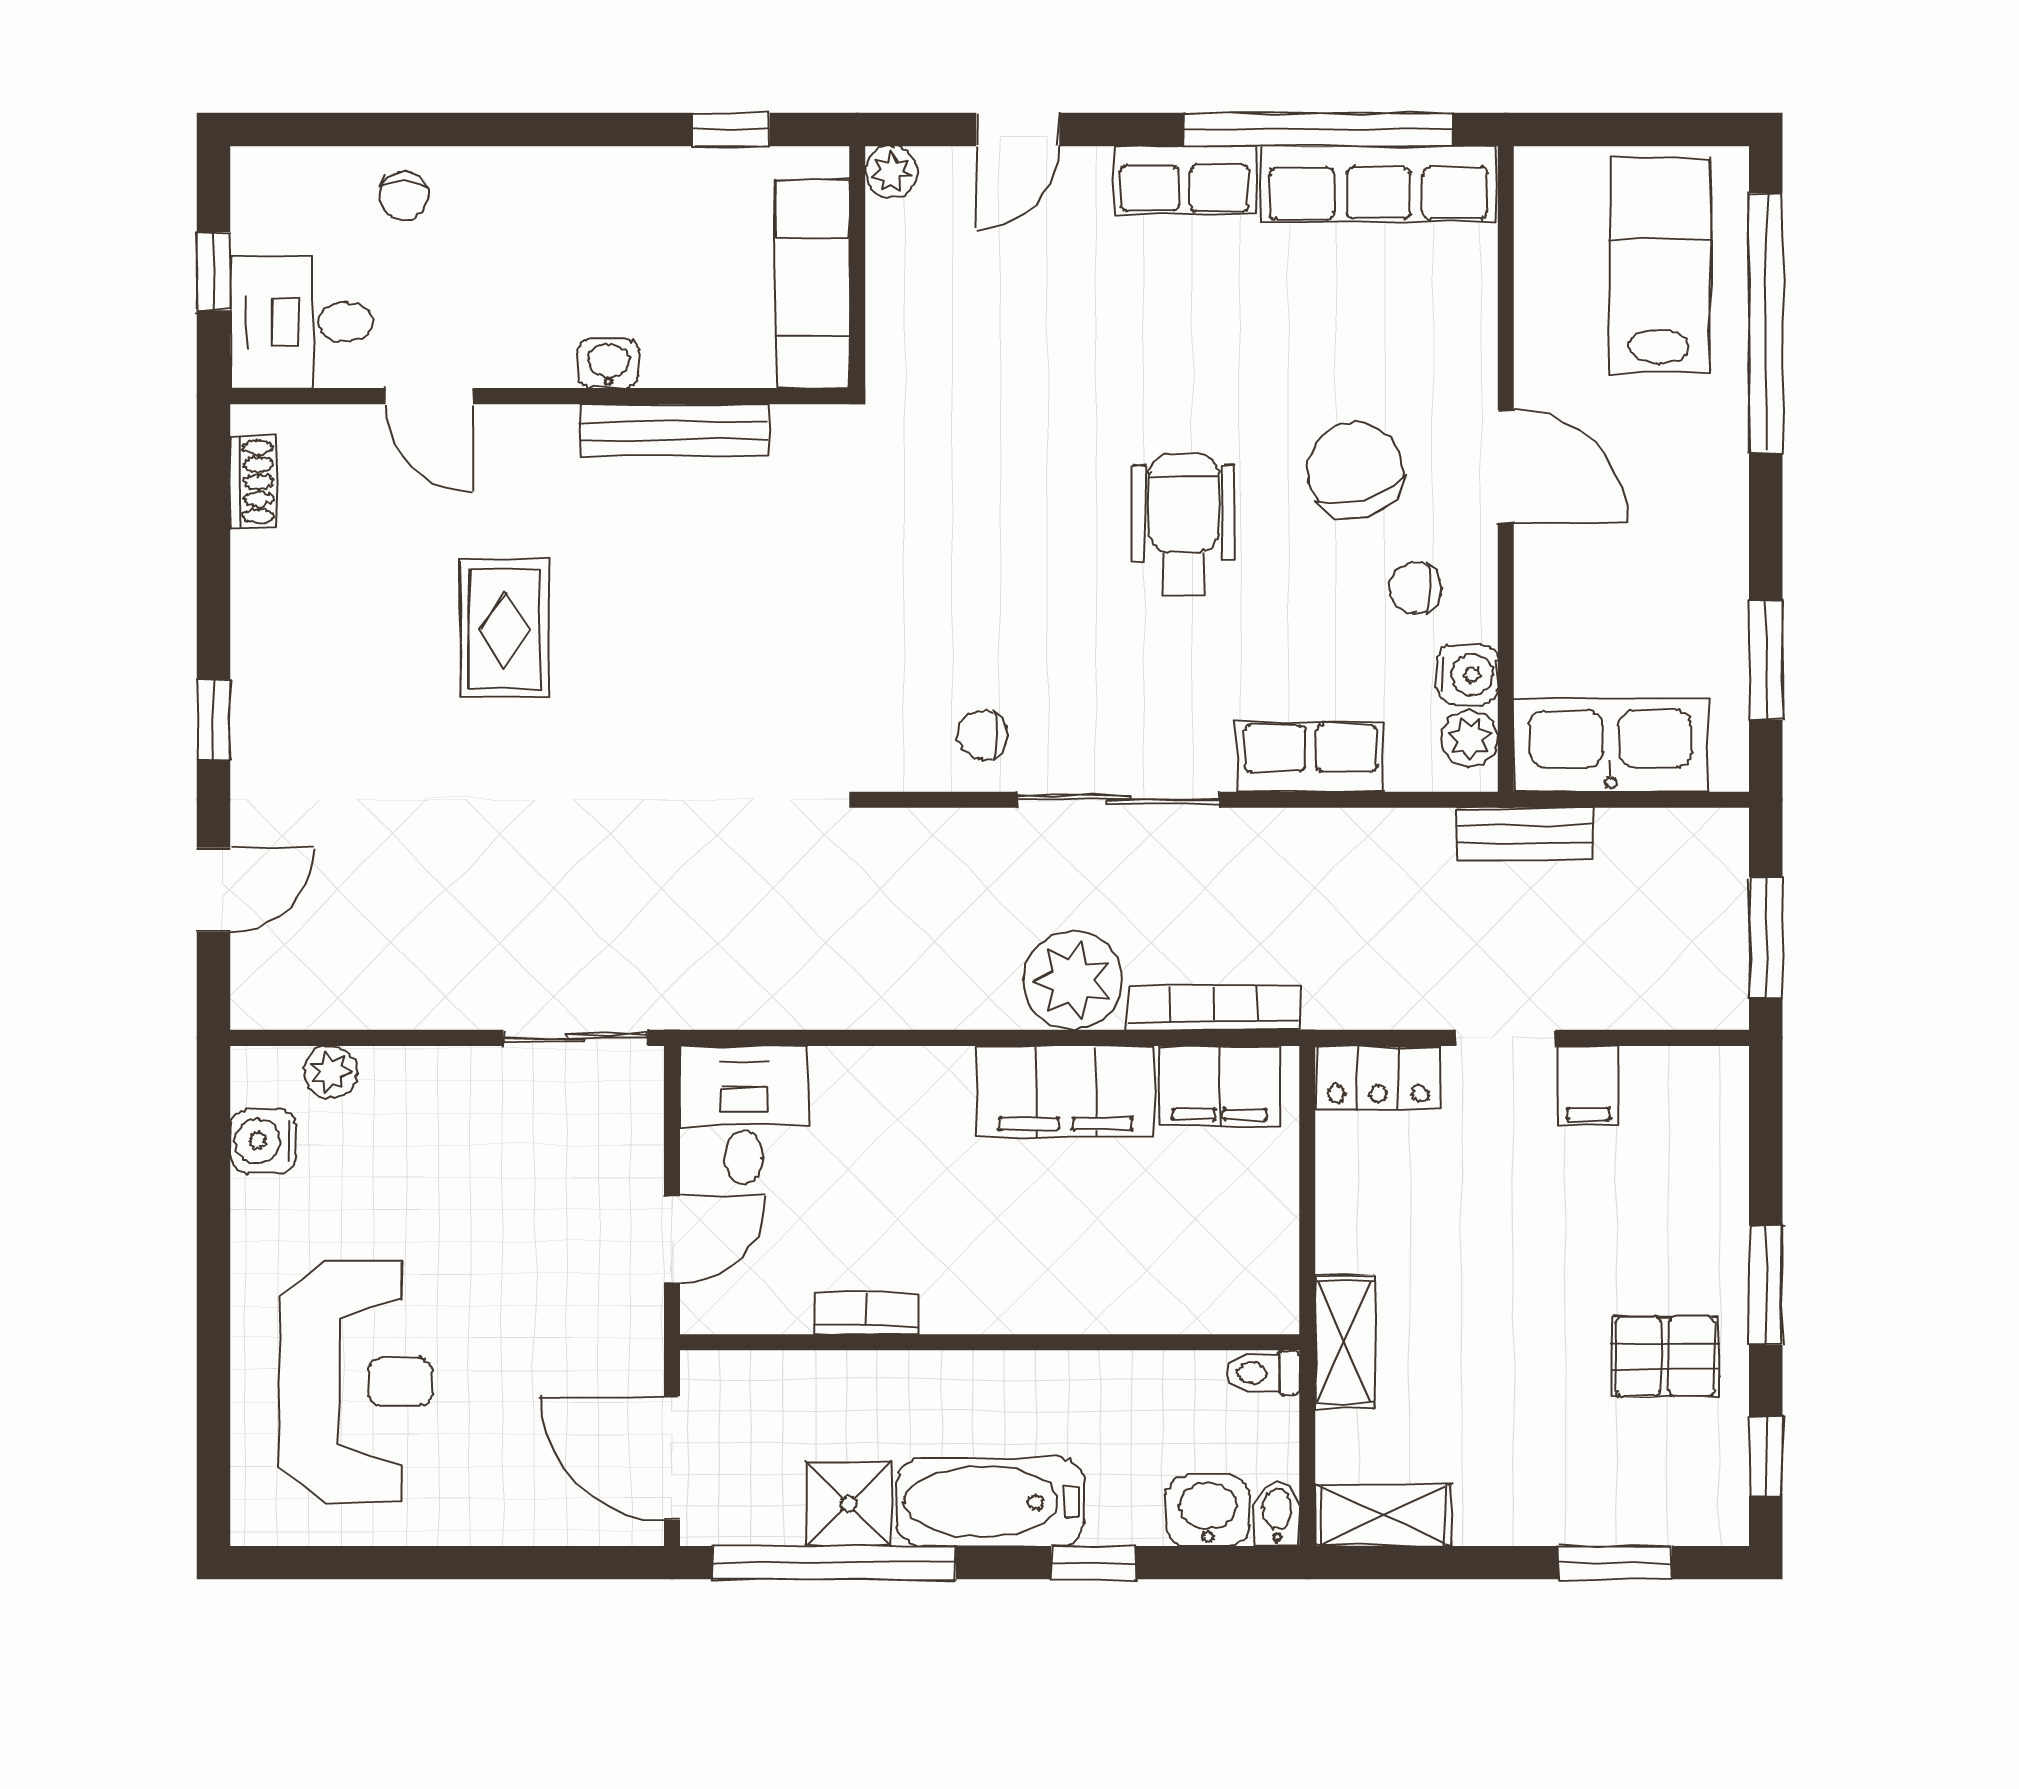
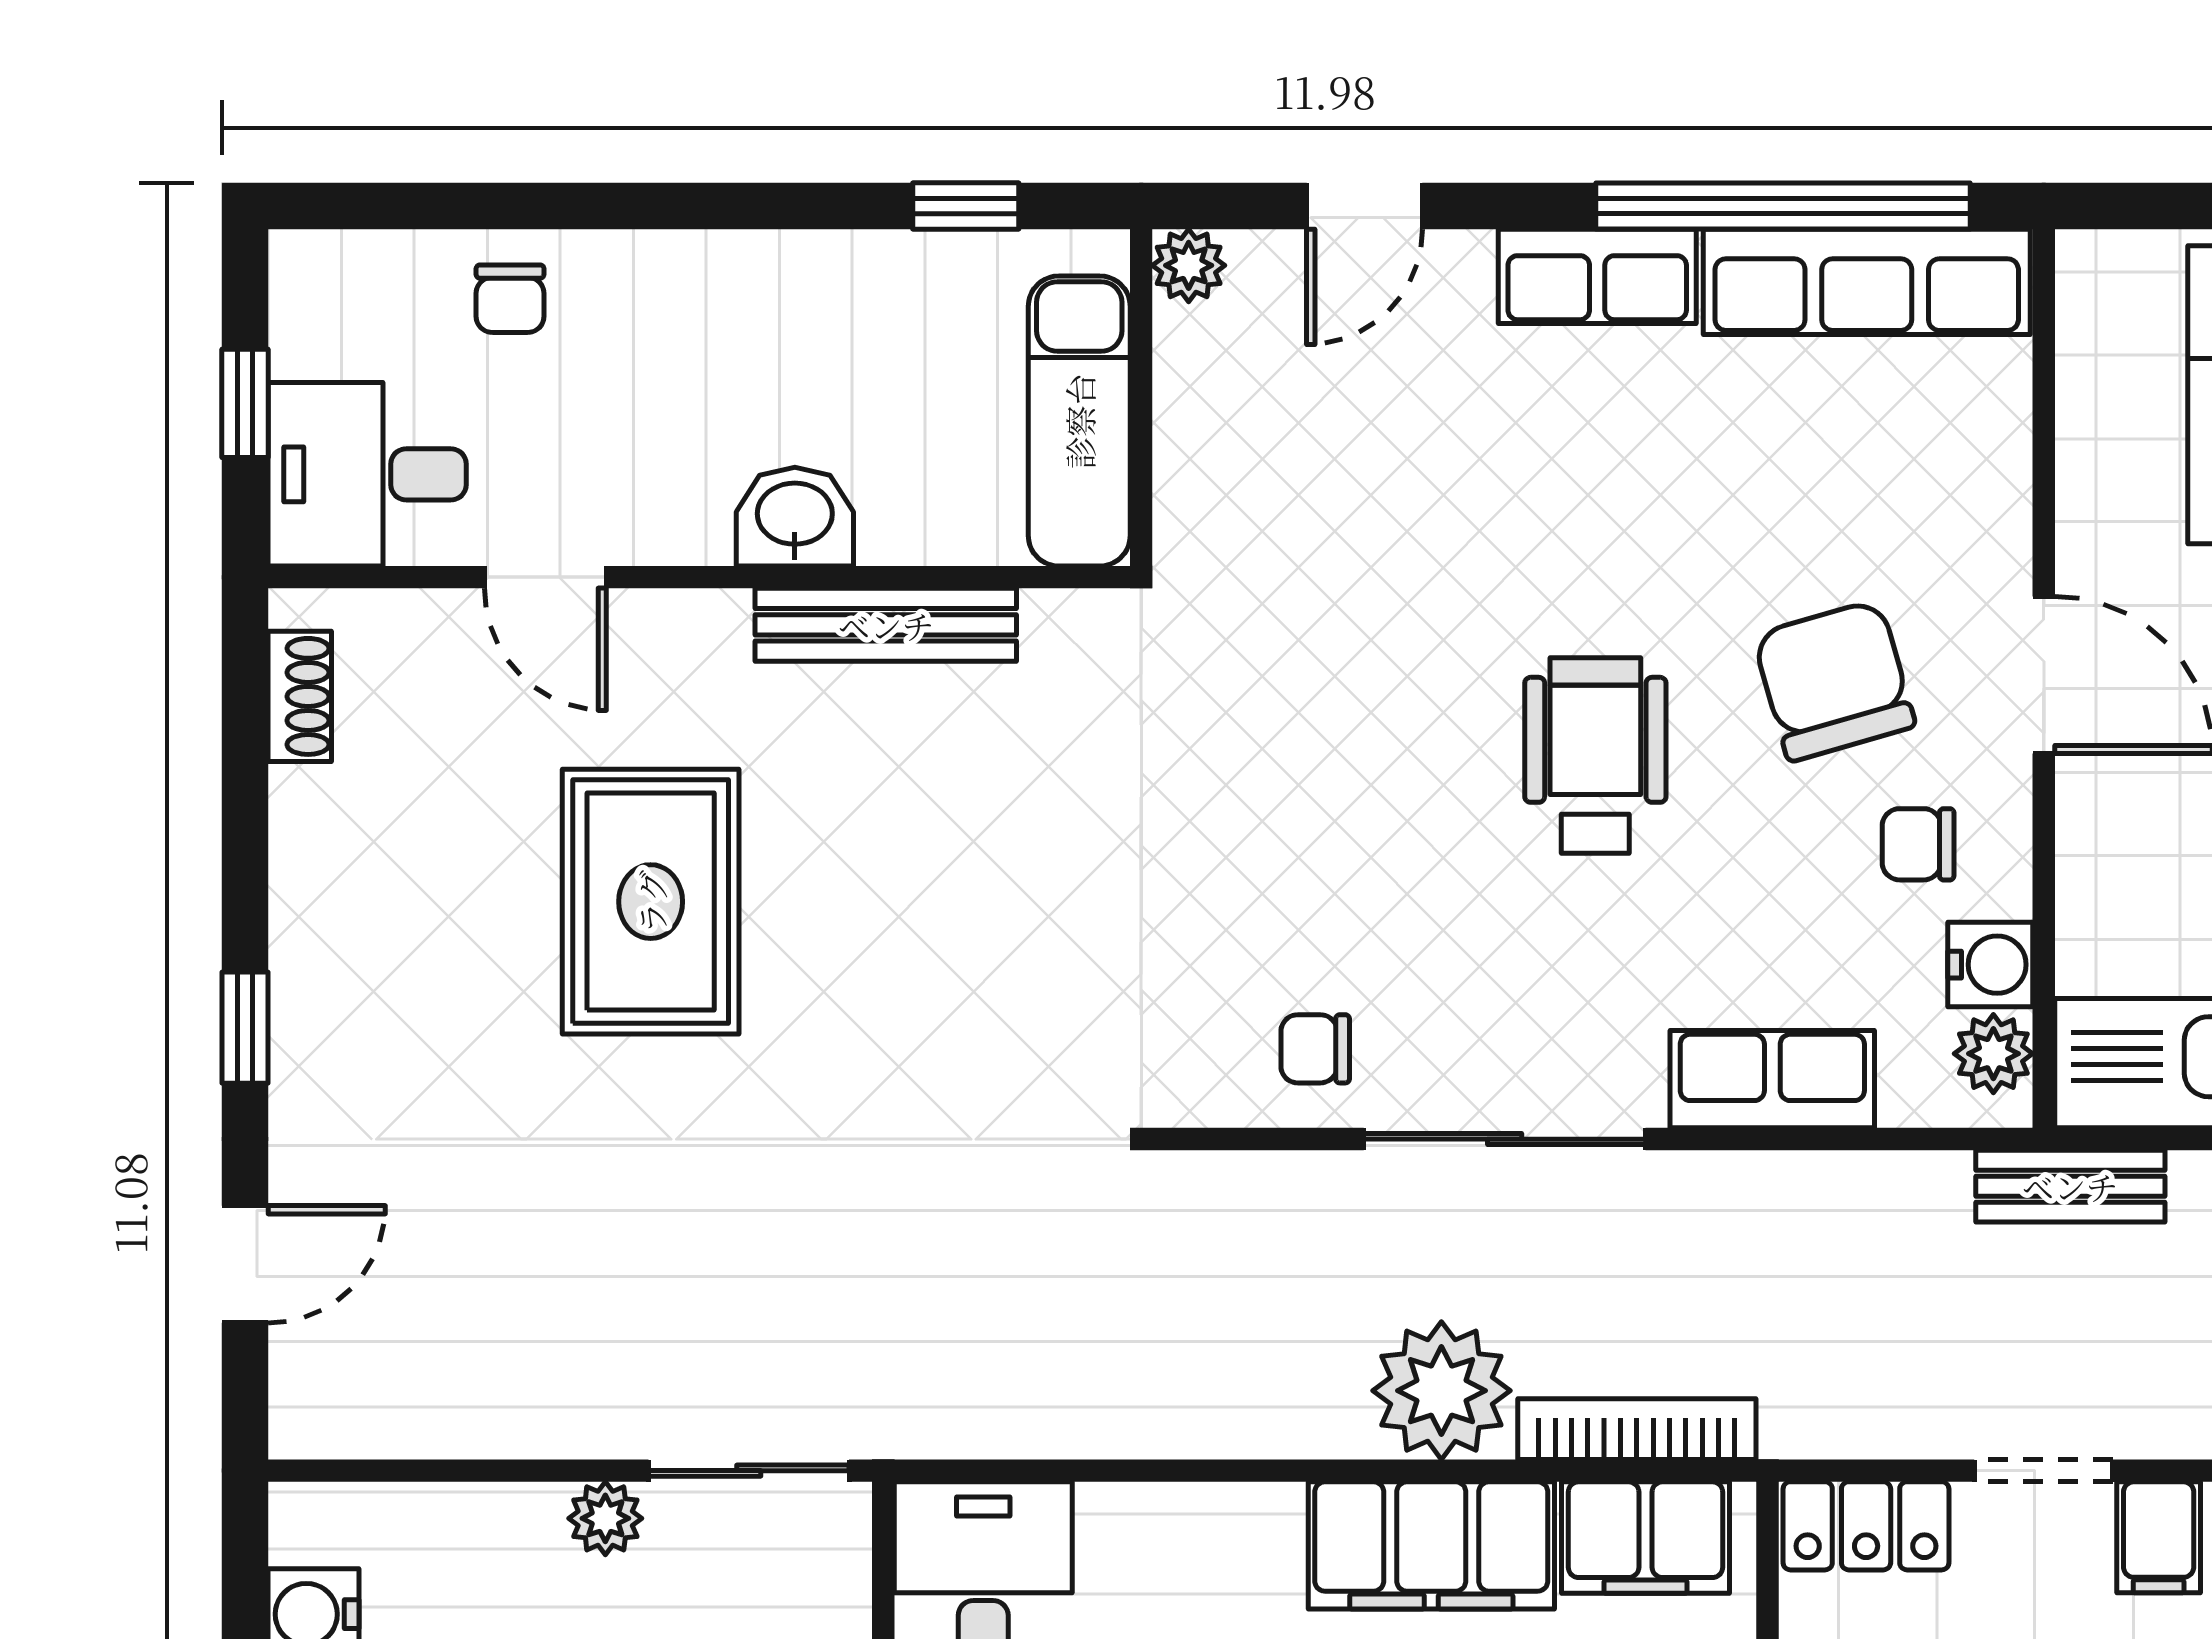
washbasin: (608, 364) -> (795, 517), width x1.38, depth x1.45
rug: (505, 629) -> (651, 902), width x1.36, depth x1.43
plant: (330, 1072) -> (605, 1518), moved

